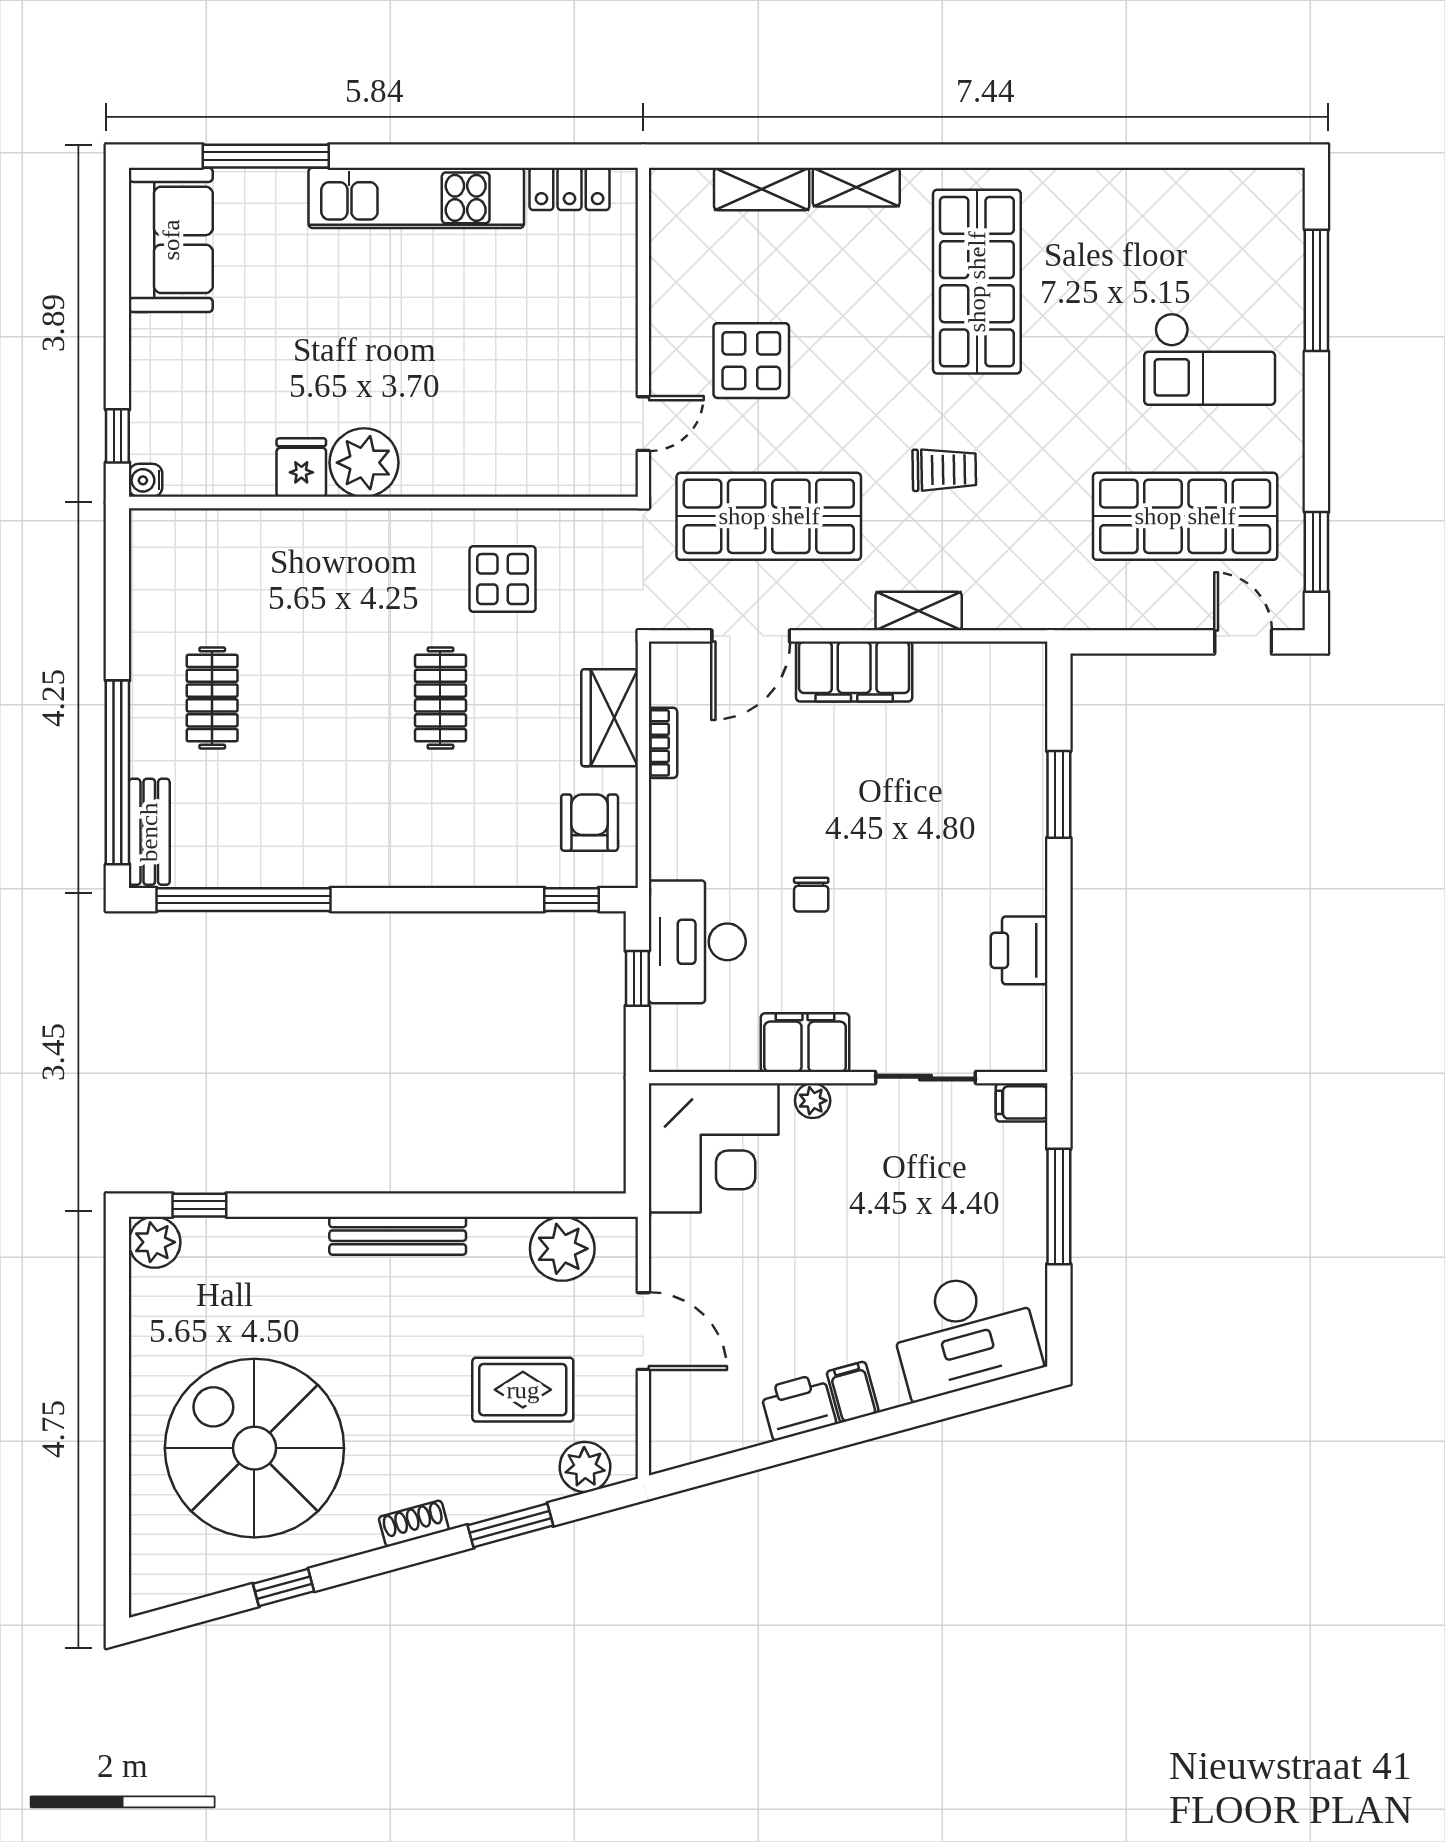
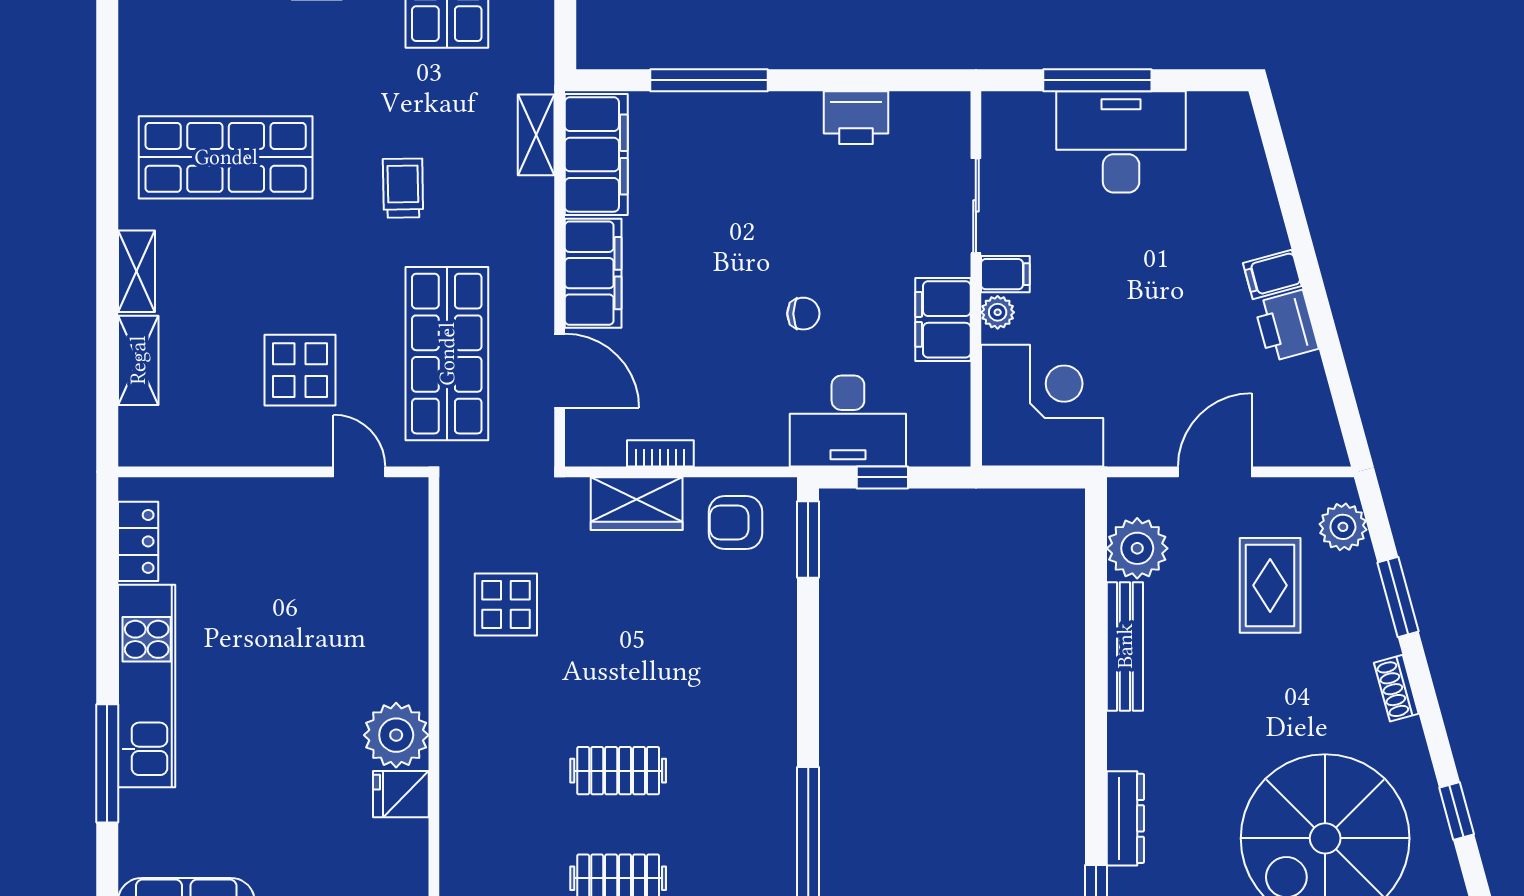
window: (266, 156) -> (107, 763), moved
shelving: (919, 611) -> (536, 135), moved
filing cabinet: (980, 675) -> (596, 154), added
clothes rail: (440, 698) -> (618, 771), moved
window: (1059, 794) -> (709, 80), width x1.44
window: (571, 900) -> (808, 540), width x1.50
filing cabinet: (1022, 1102) -> (1005, 274), moved, turned -90
dresser: (276, 1236) -> (1125, 818), added
bench: (398, 1236) -> (1125, 646), moved
desk: (965, 1333) -> (1121, 142), moved, turned -75

